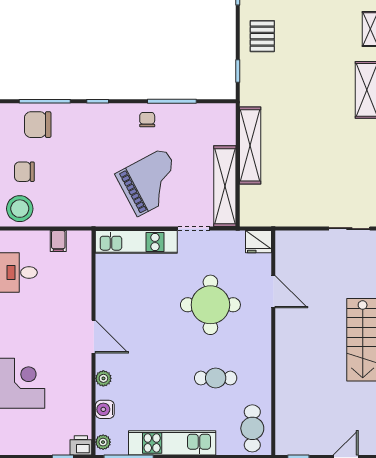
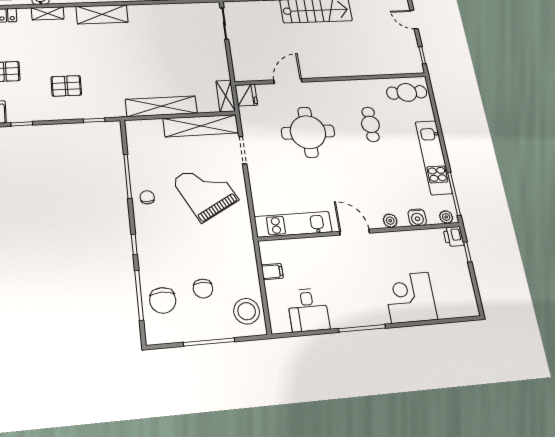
pallet: (262, 36) -> (66, 86), moved
chair: (147, 120) -> (147, 197), turned 90
chair: (24, 172) -> (203, 289), moved
shelving: (259, 218) -> (226, 96), added
kitchen unit: (136, 242) -> (293, 224), moved, turned -90
door: (94, 337) -> (355, 232), hinge flipped

